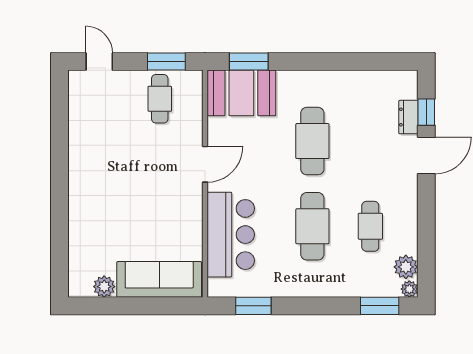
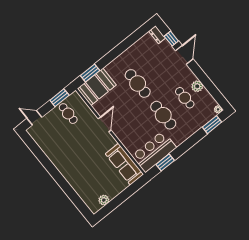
dresser: (408, 117) -> (157, 35), moved
bar counter: (231, 235) -> (154, 152), moved, turned -90
plant: (406, 267) -> (197, 86), moved
sofa: (159, 279) -> (124, 164), moved, turned -90

